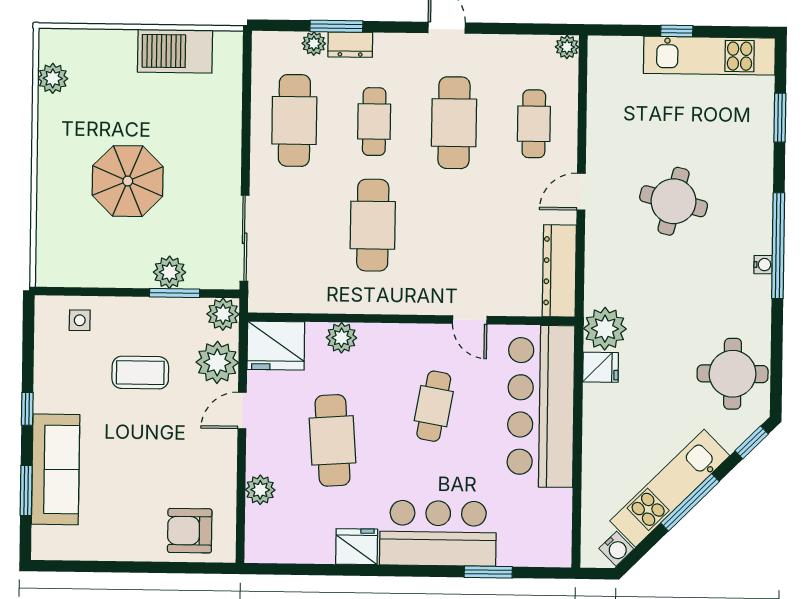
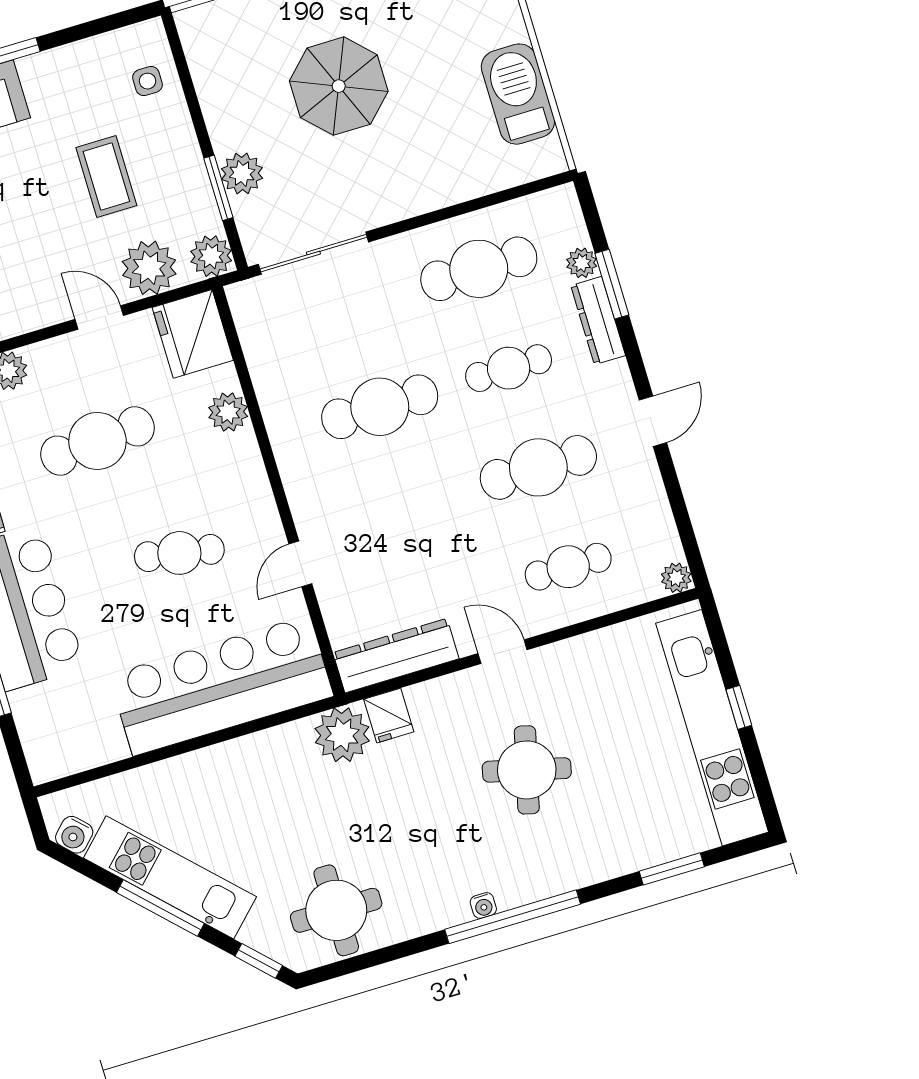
dresser: (350, 45) -> (598, 320), width x1.44
kitchen unit: (709, 56) -> (712, 728), width x1.36
fridge: (601, 367) -> (389, 716), moved

